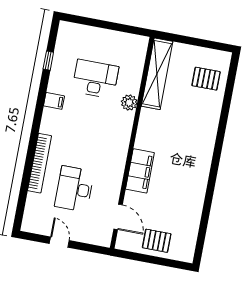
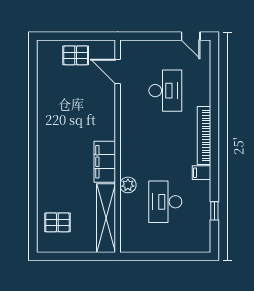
desk: (95, 79) -> (165, 202), turned 90
bookcase: (40, 163) -> (204, 135), moved
filing cabinet: (140, 171) -> (105, 162), moved
door: (59, 242) -> (191, 36), moved

